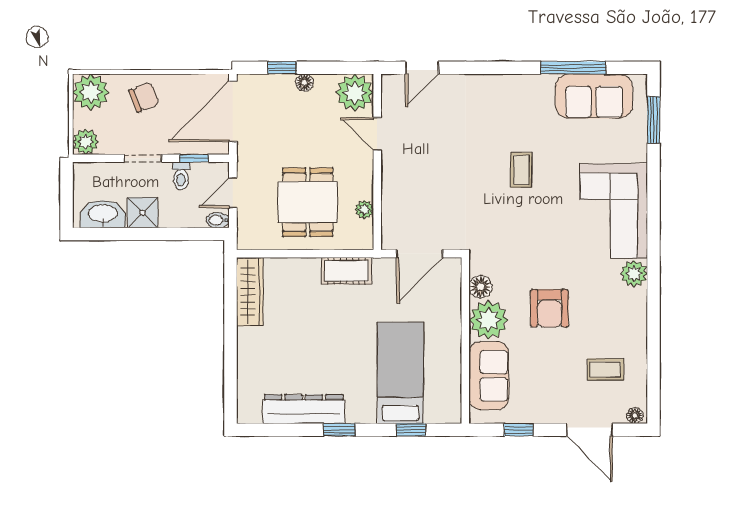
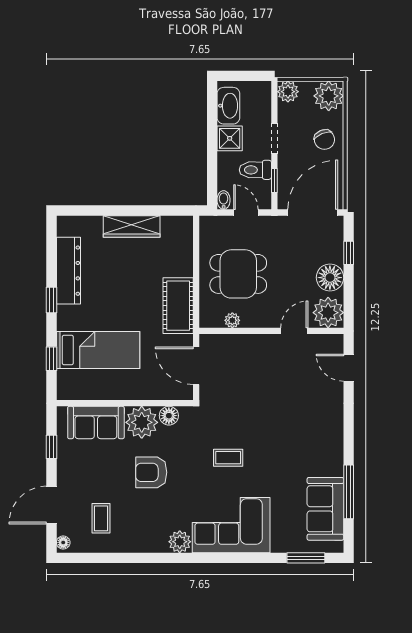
floor lamp: (304, 83) -> (330, 278), width x1.89, depth x1.89
door: (233, 111) -> (313, 212), hinge flipped
coffee table: (521, 170) -> (228, 458), moved
toilet: (181, 176) -> (255, 170), width x1.37, depth x1.39
cot: (346, 271) -> (178, 306), width x1.37, depth x1.34
wardrobe: (250, 292) -> (132, 226), moved

